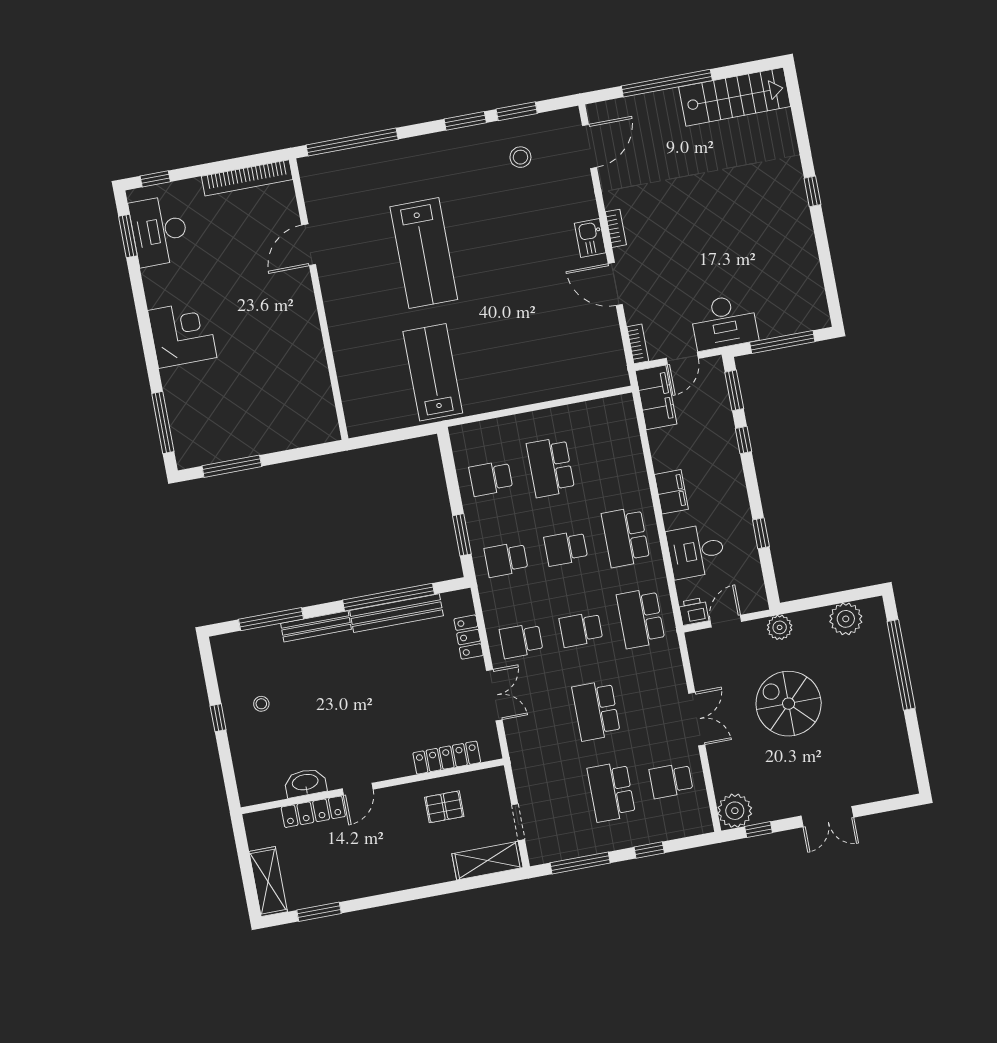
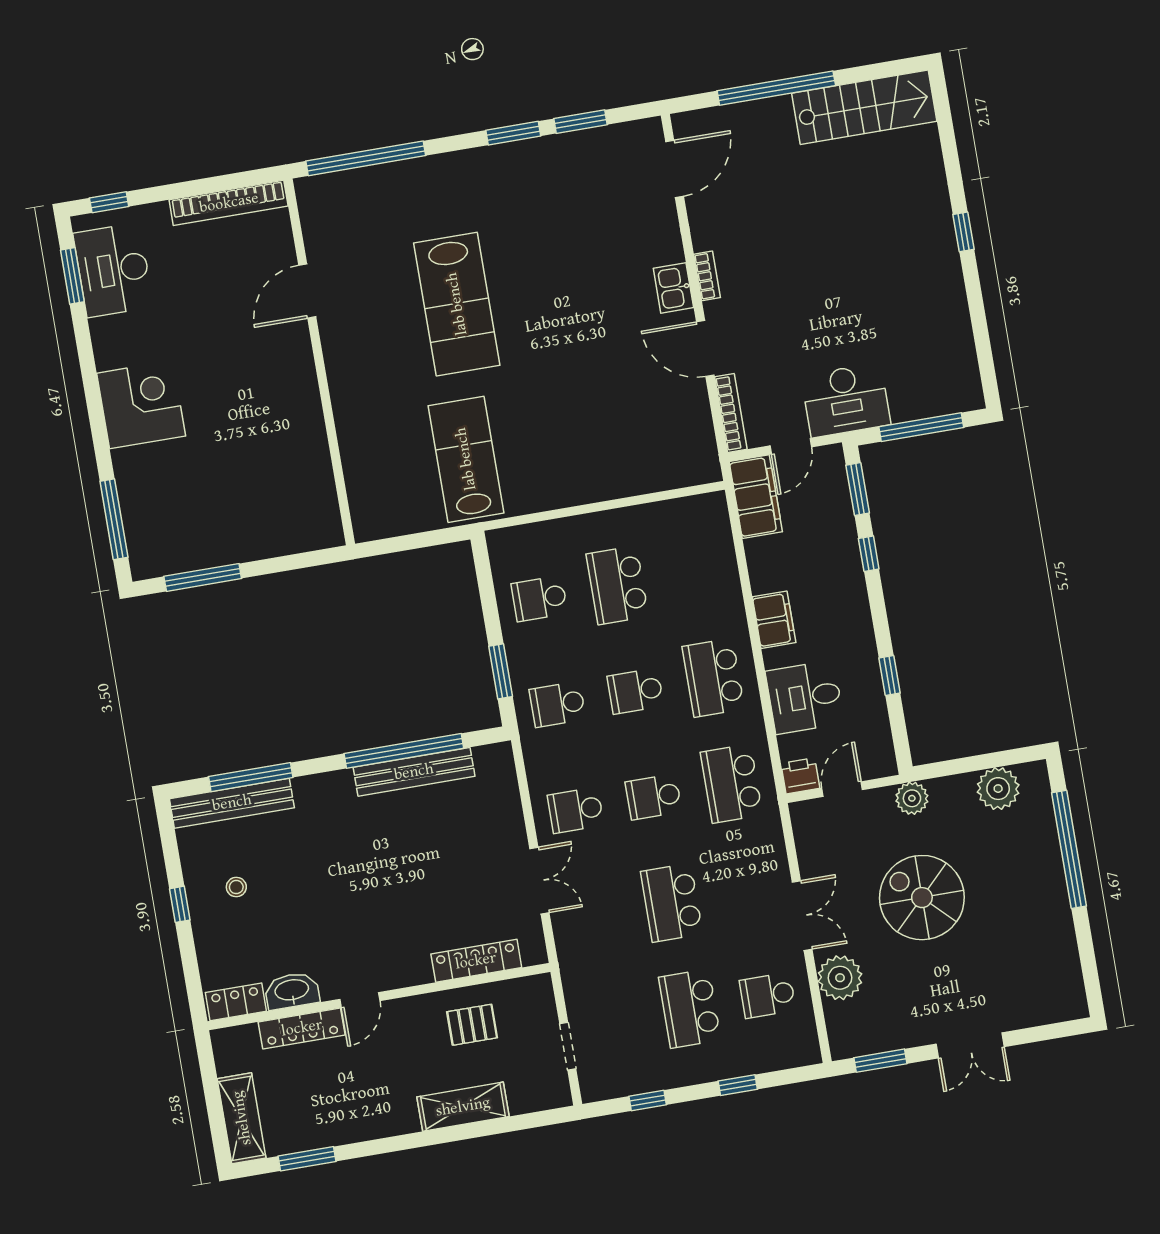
stool: (520, 157) -> (584, 181), removed
bookcase: (638, 344) -> (731, 413), width x1.56
bench: (316, 626) -> (232, 803), moved, width x1.37, depth x1.21
locker: (469, 637) -> (236, 1002), moved, turned 90
plant: (735, 811) -> (840, 978), moved
window: (759, 830) -> (880, 1061), width x1.50
shelving: (487, 861) -> (463, 1107), moved
window: (580, 863) -> (648, 1100), width x0.46

